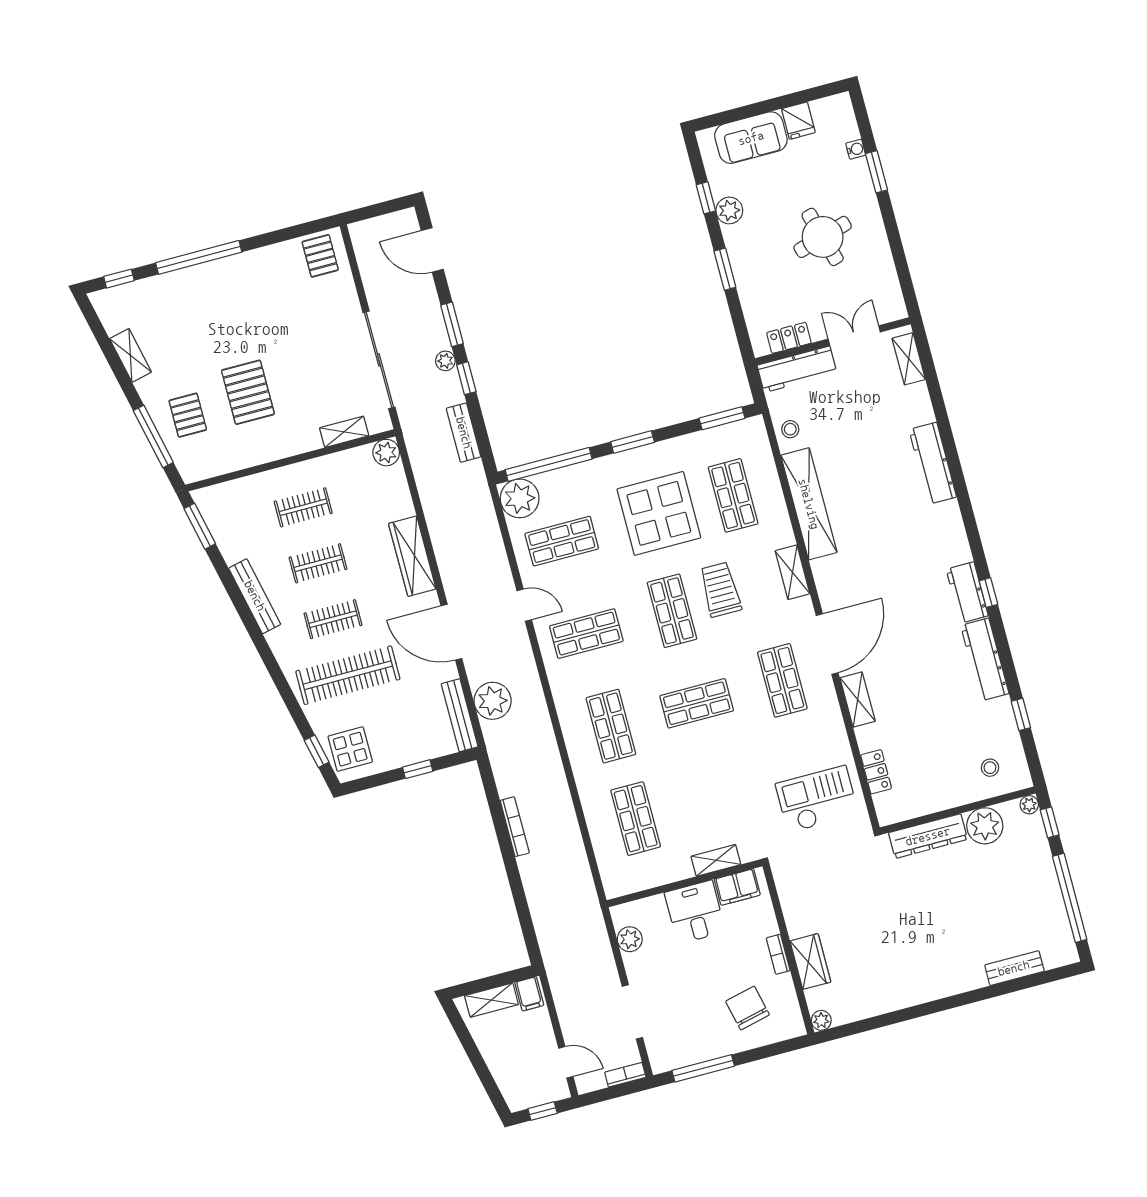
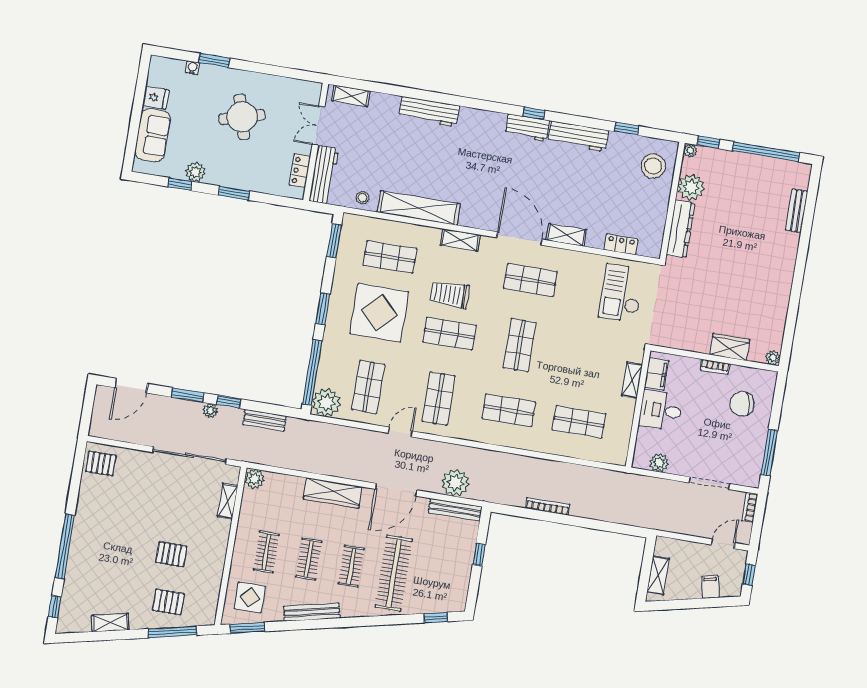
pallet: (248, 392) -> (171, 554), width x0.67, depth x0.71
display table: (350, 749) -> (250, 597), moved
stool: (990, 768) -> (653, 166), width x1.89, depth x1.89
filing cabinet: (529, 994) -> (710, 587), moved, turned -103

